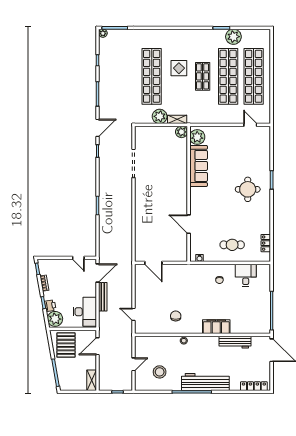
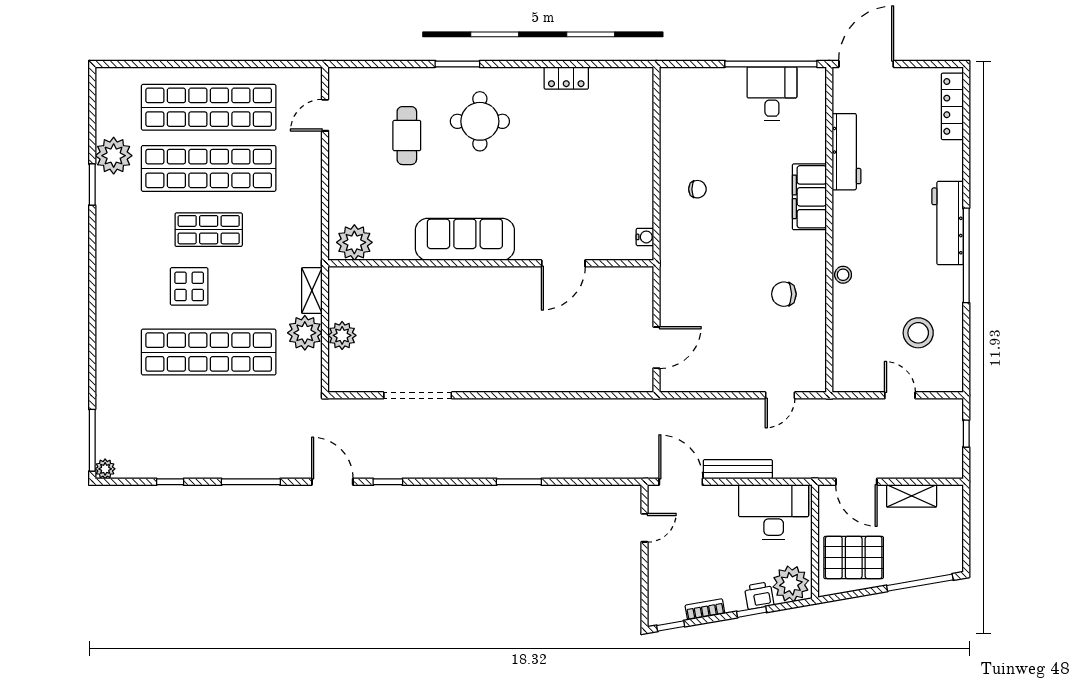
plant: (181, 132) -> (342, 335), moved
sofa: (199, 166) -> (465, 239), moved
locker: (266, 243) -> (566, 78), moved
cafe table: (232, 245) -> (407, 136), moved
desk: (246, 275) -> (772, 94), moved, turned 90
shelving: (92, 380) -> (912, 496), moved
workbench: (205, 382) -> (948, 223), width x0.73, depth x0.76

